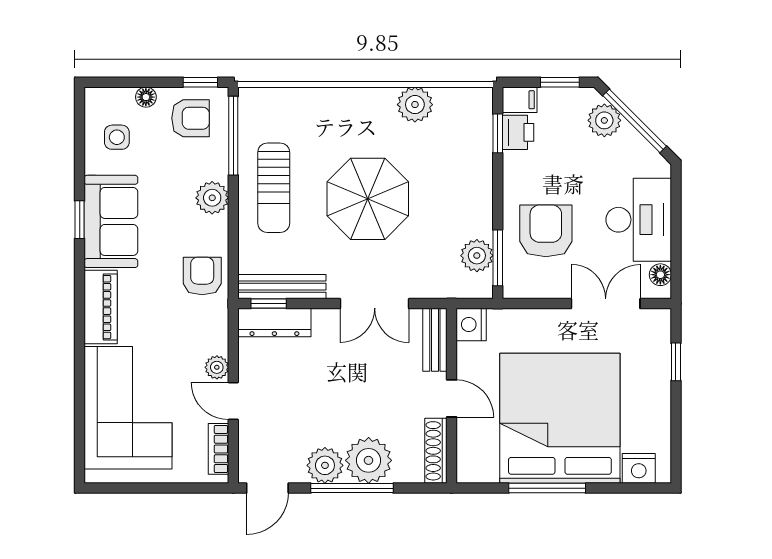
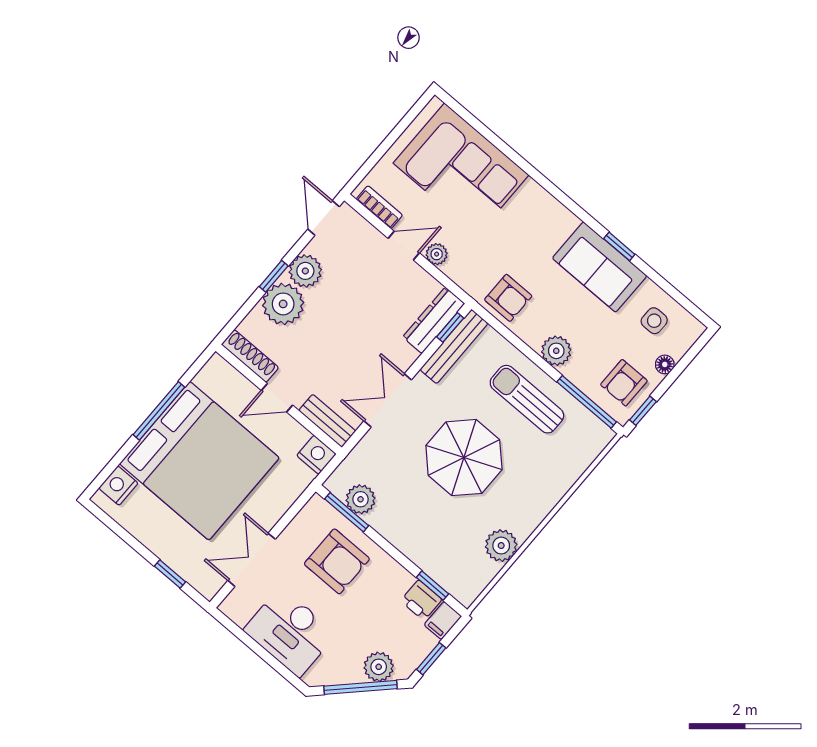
floor lamp: (660, 275) -> (239, 615), removed
double door: (606, 304) -> (252, 560), swing flipped
piano: (101, 307) -> (547, 210), removed
window: (352, 488) -> (274, 276), width x0.46

